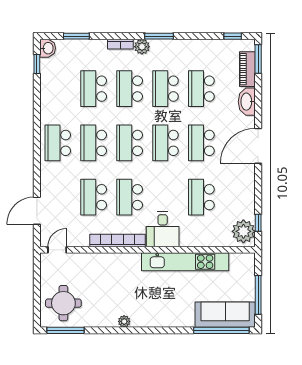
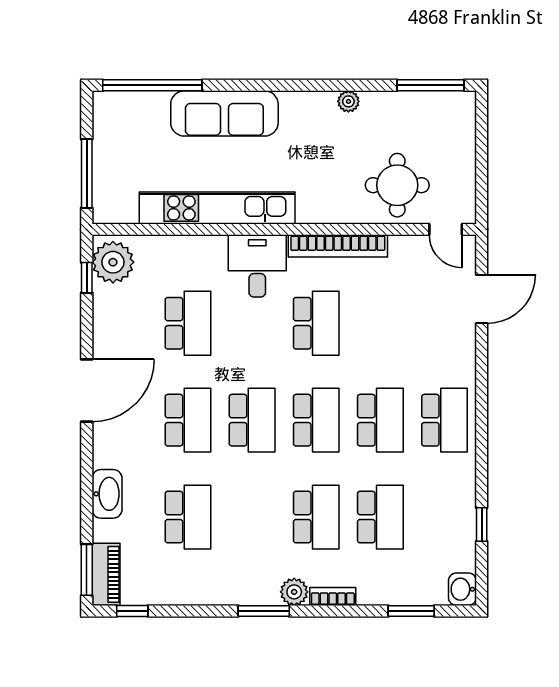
window: (37, 64) -> (482, 525), moved
piano: (247, 69) -> (106, 574), moved
school desk: (166, 89) -> (252, 517), removed
door: (258, 146) -> (87, 390), moved
school desk: (94, 197) -> (380, 323), removed
door: (57, 250) -> (446, 229), hinge flipped
window: (258, 295) -> (87, 173), moved
round table: (63, 303) -> (397, 185), moved
sofa: (225, 315) -> (224, 113), moved
plant: (124, 321) -> (348, 101), moved

